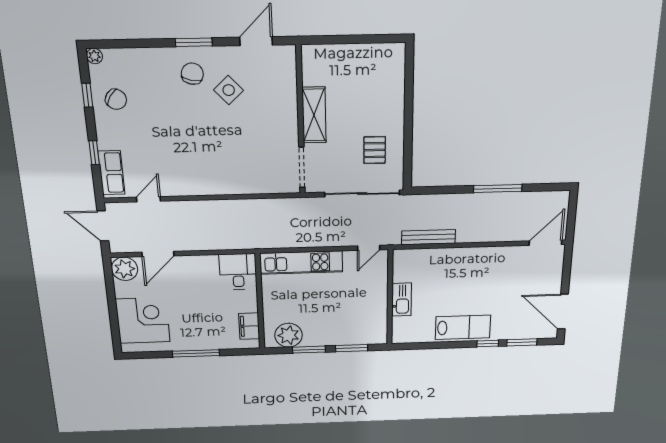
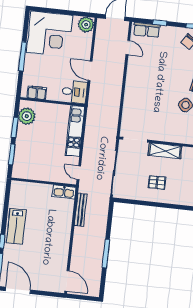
pallet: (375, 150) -> (157, 182), moved
door: (158, 254) -> (90, 71), moved
kitchen sink: (402, 300) -> (64, 192), moved
door: (563, 312) -> (18, 290), hinge flipped
corner desk: (143, 321) -> (50, 34), width x1.36, depth x1.36

